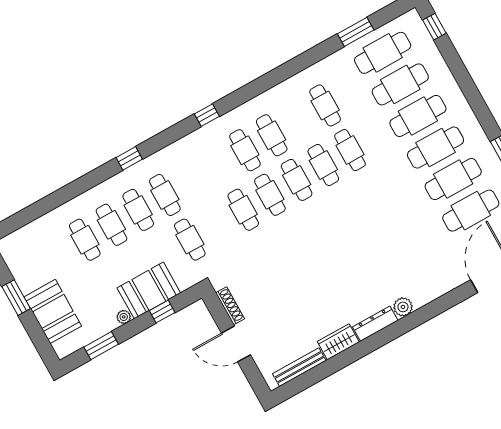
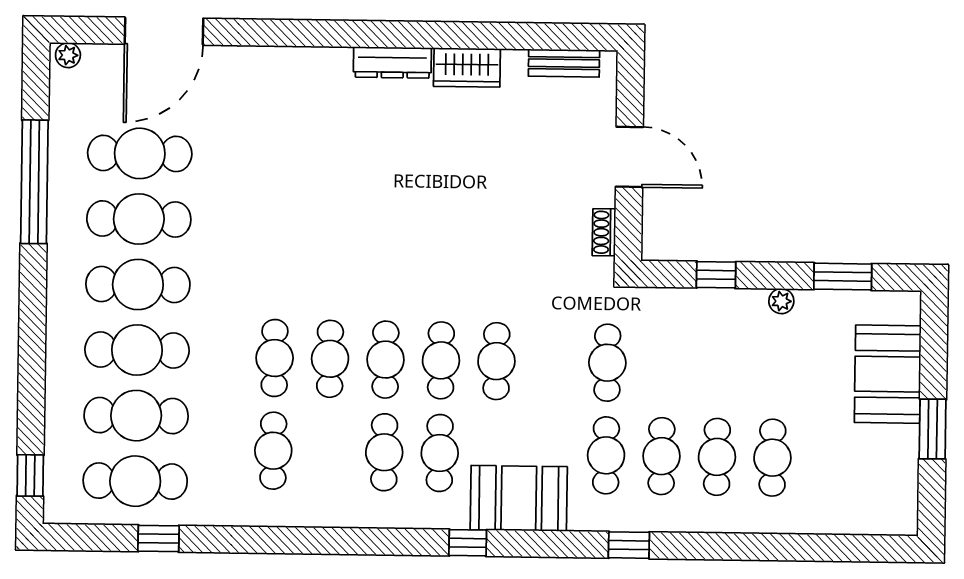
window: (356, 32) -> (159, 538), width x0.67
booth: (149, 290) -> (519, 498), moved
shoe rack: (230, 306) -> (604, 232), width x0.70
plant: (403, 307) -> (334, 64), removed
bench: (299, 367) -> (564, 63), width x0.73

